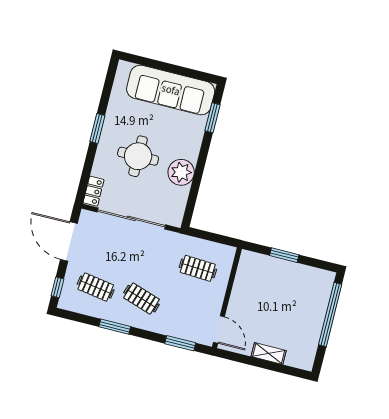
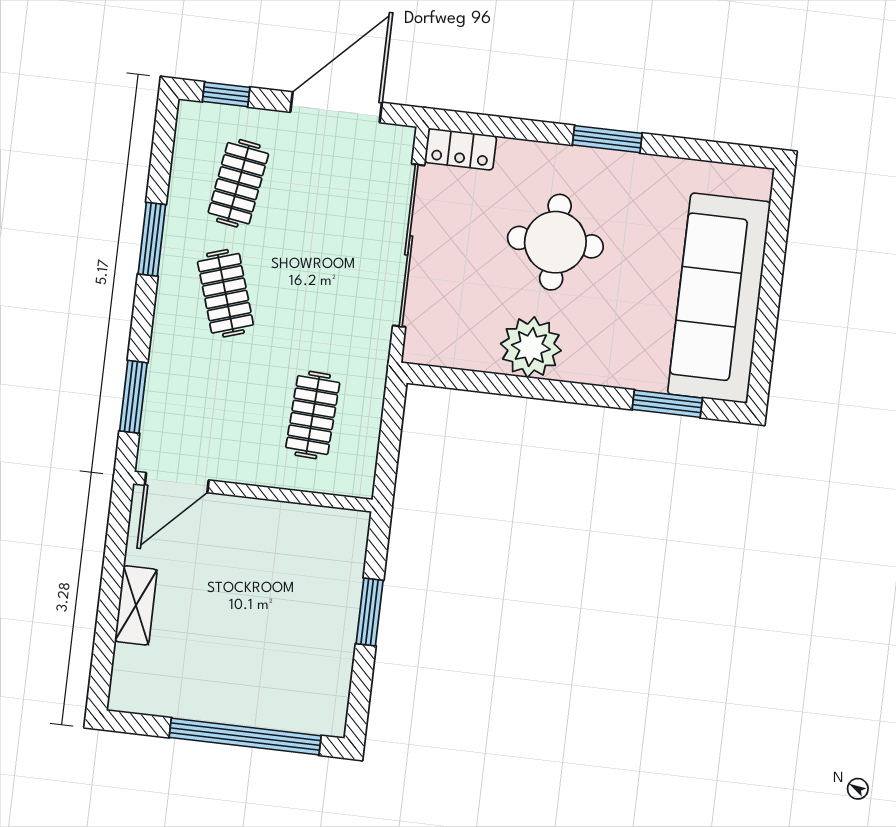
clothes rail: (142, 299) -> (225, 293), turned -36

